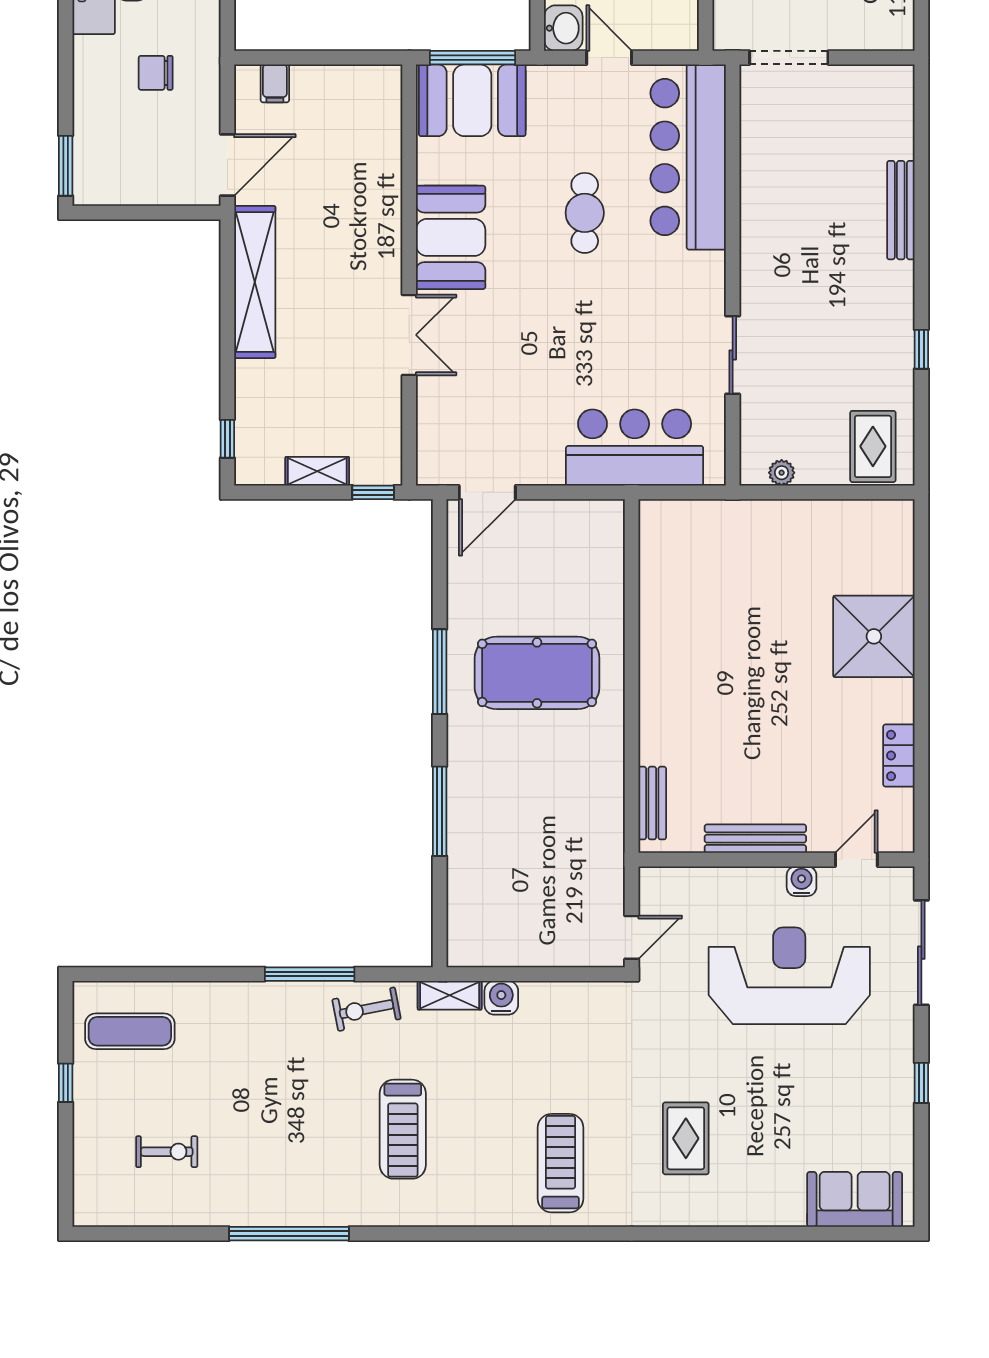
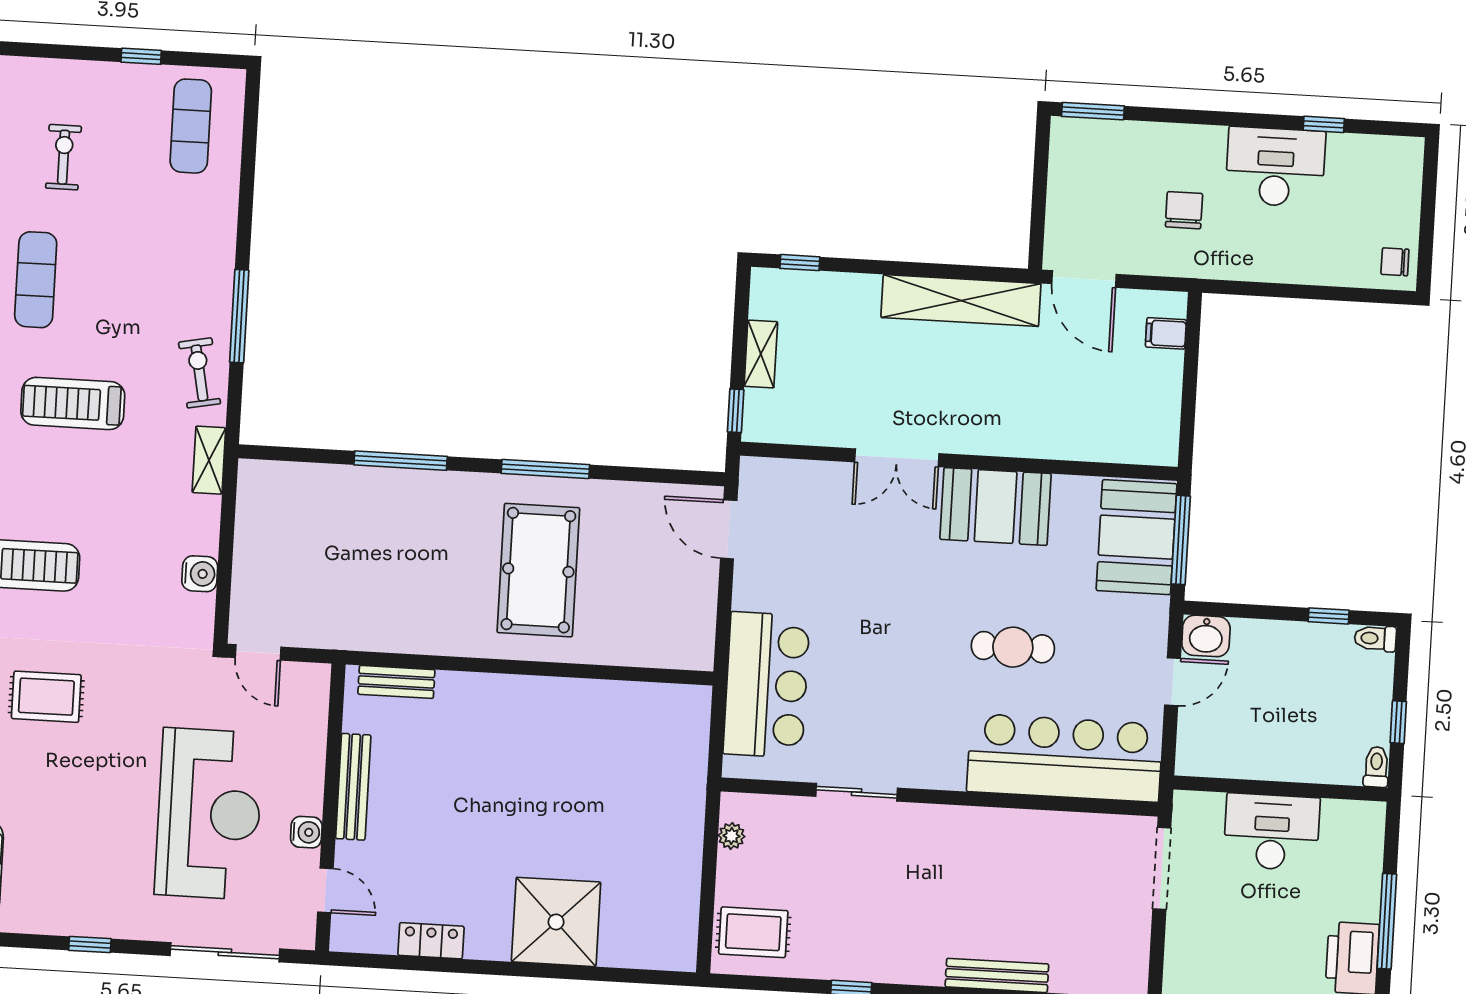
water cooler: (501, 998) -> (200, 574), moved
exercise bike: (167, 1152) -> (64, 157), turned 180
exercise mat: (286, 1172) -> (36, 280), added

